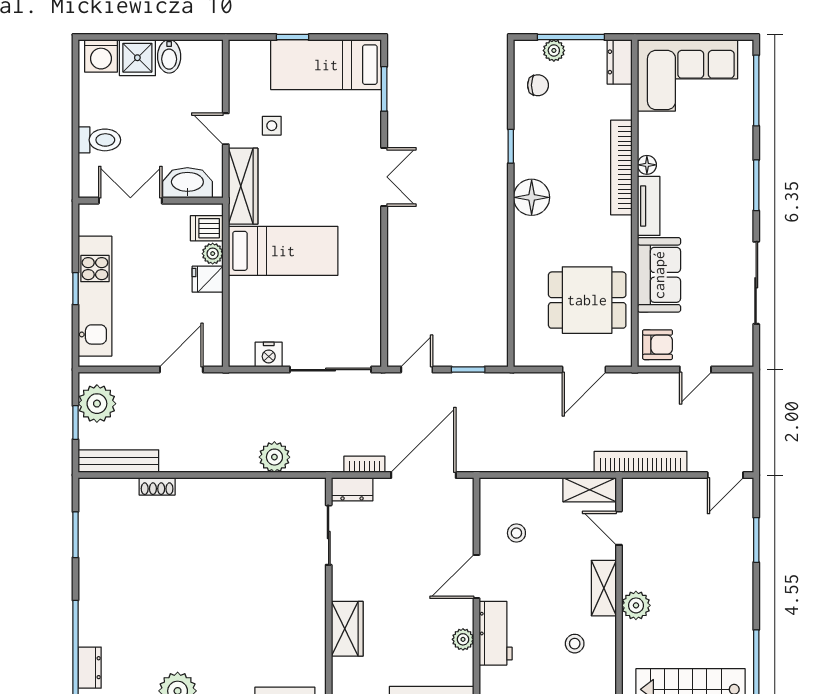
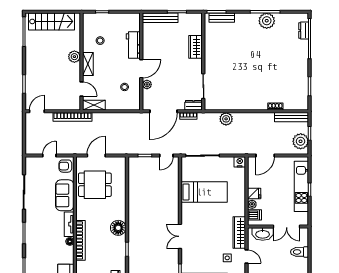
bed: (283, 251) -> (204, 192), moved, turned 180
nightstand: (269, 354) -> (240, 162), moved
plant: (463, 639) -> (147, 84), moved

